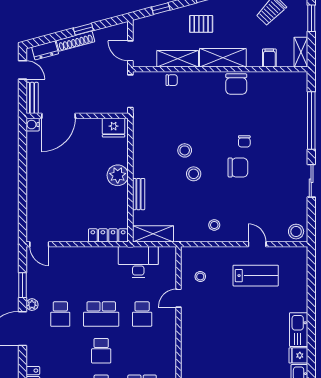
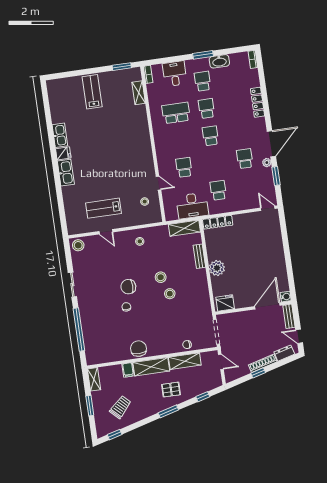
filing cabinet: (269, 58) -> (128, 370), moved
door: (178, 298) -> (159, 183), hinge flipped
school desk: (101, 314) -> (218, 190), moved, width x0.54

